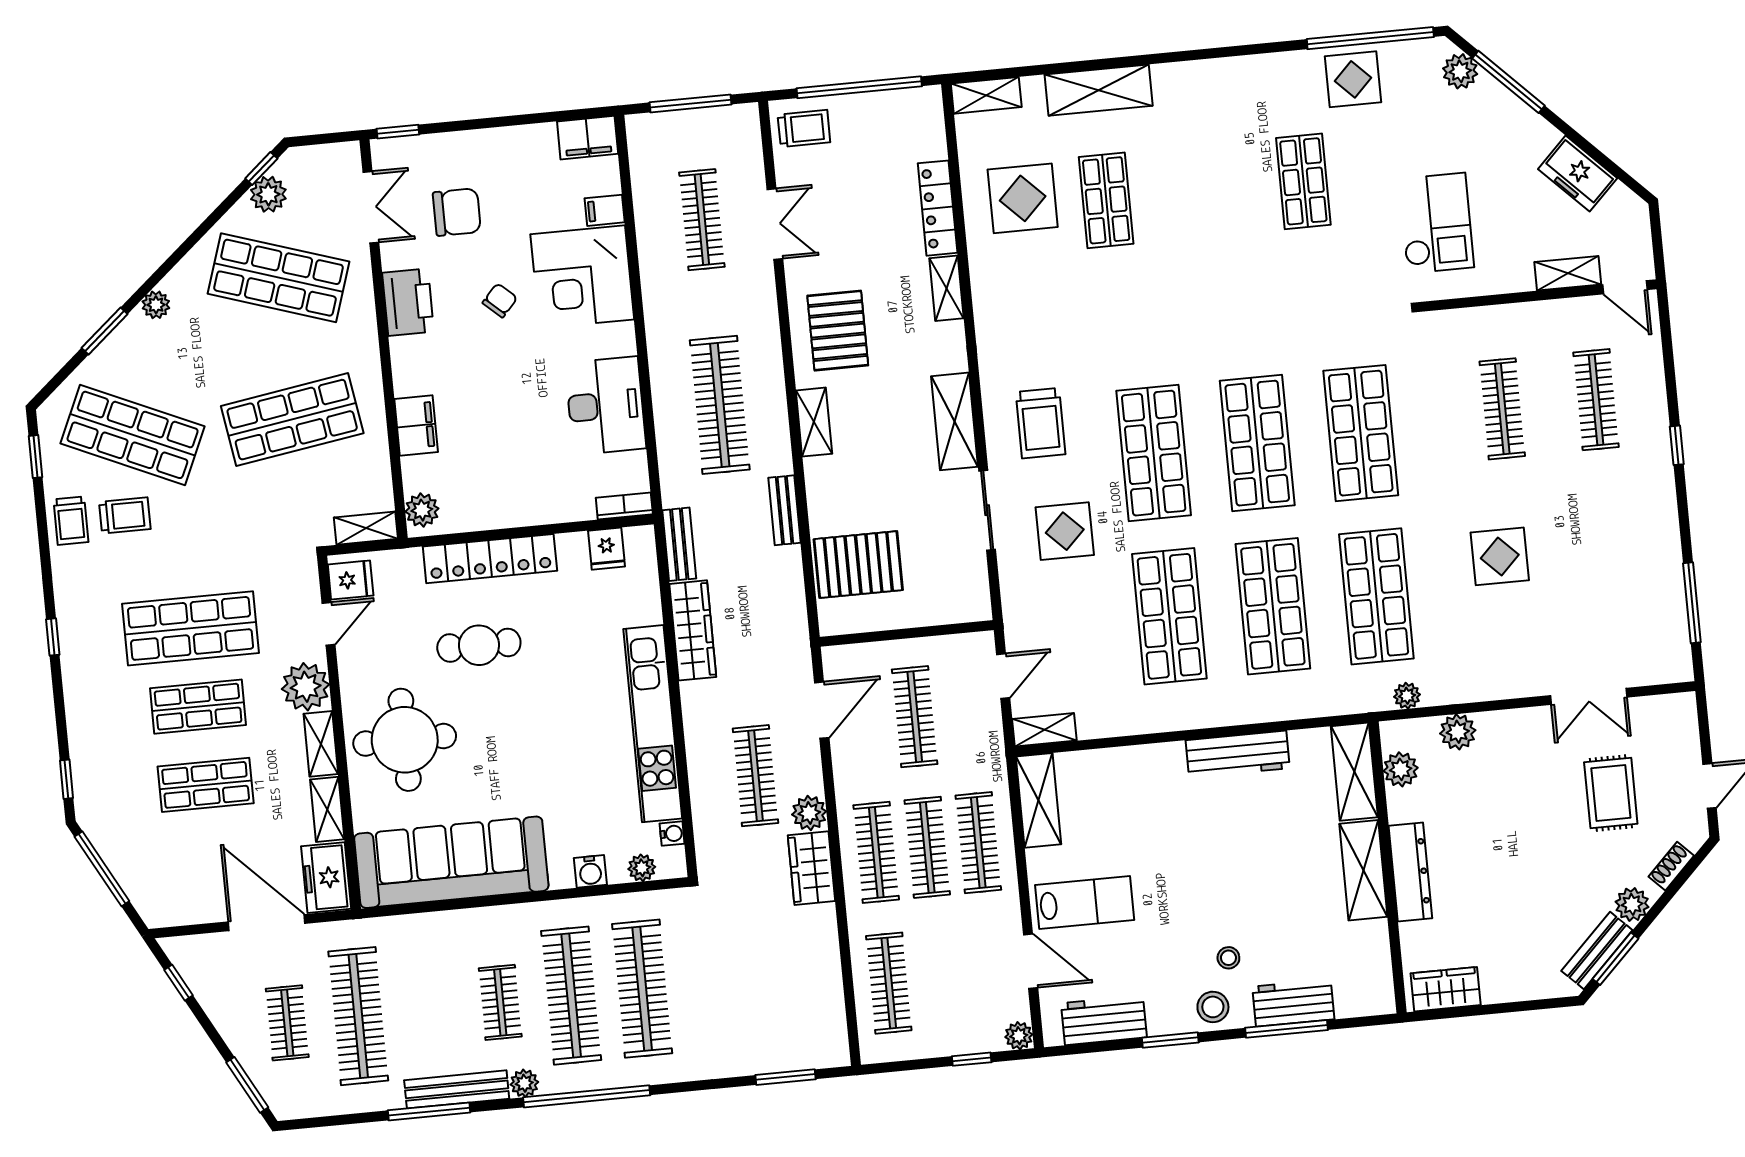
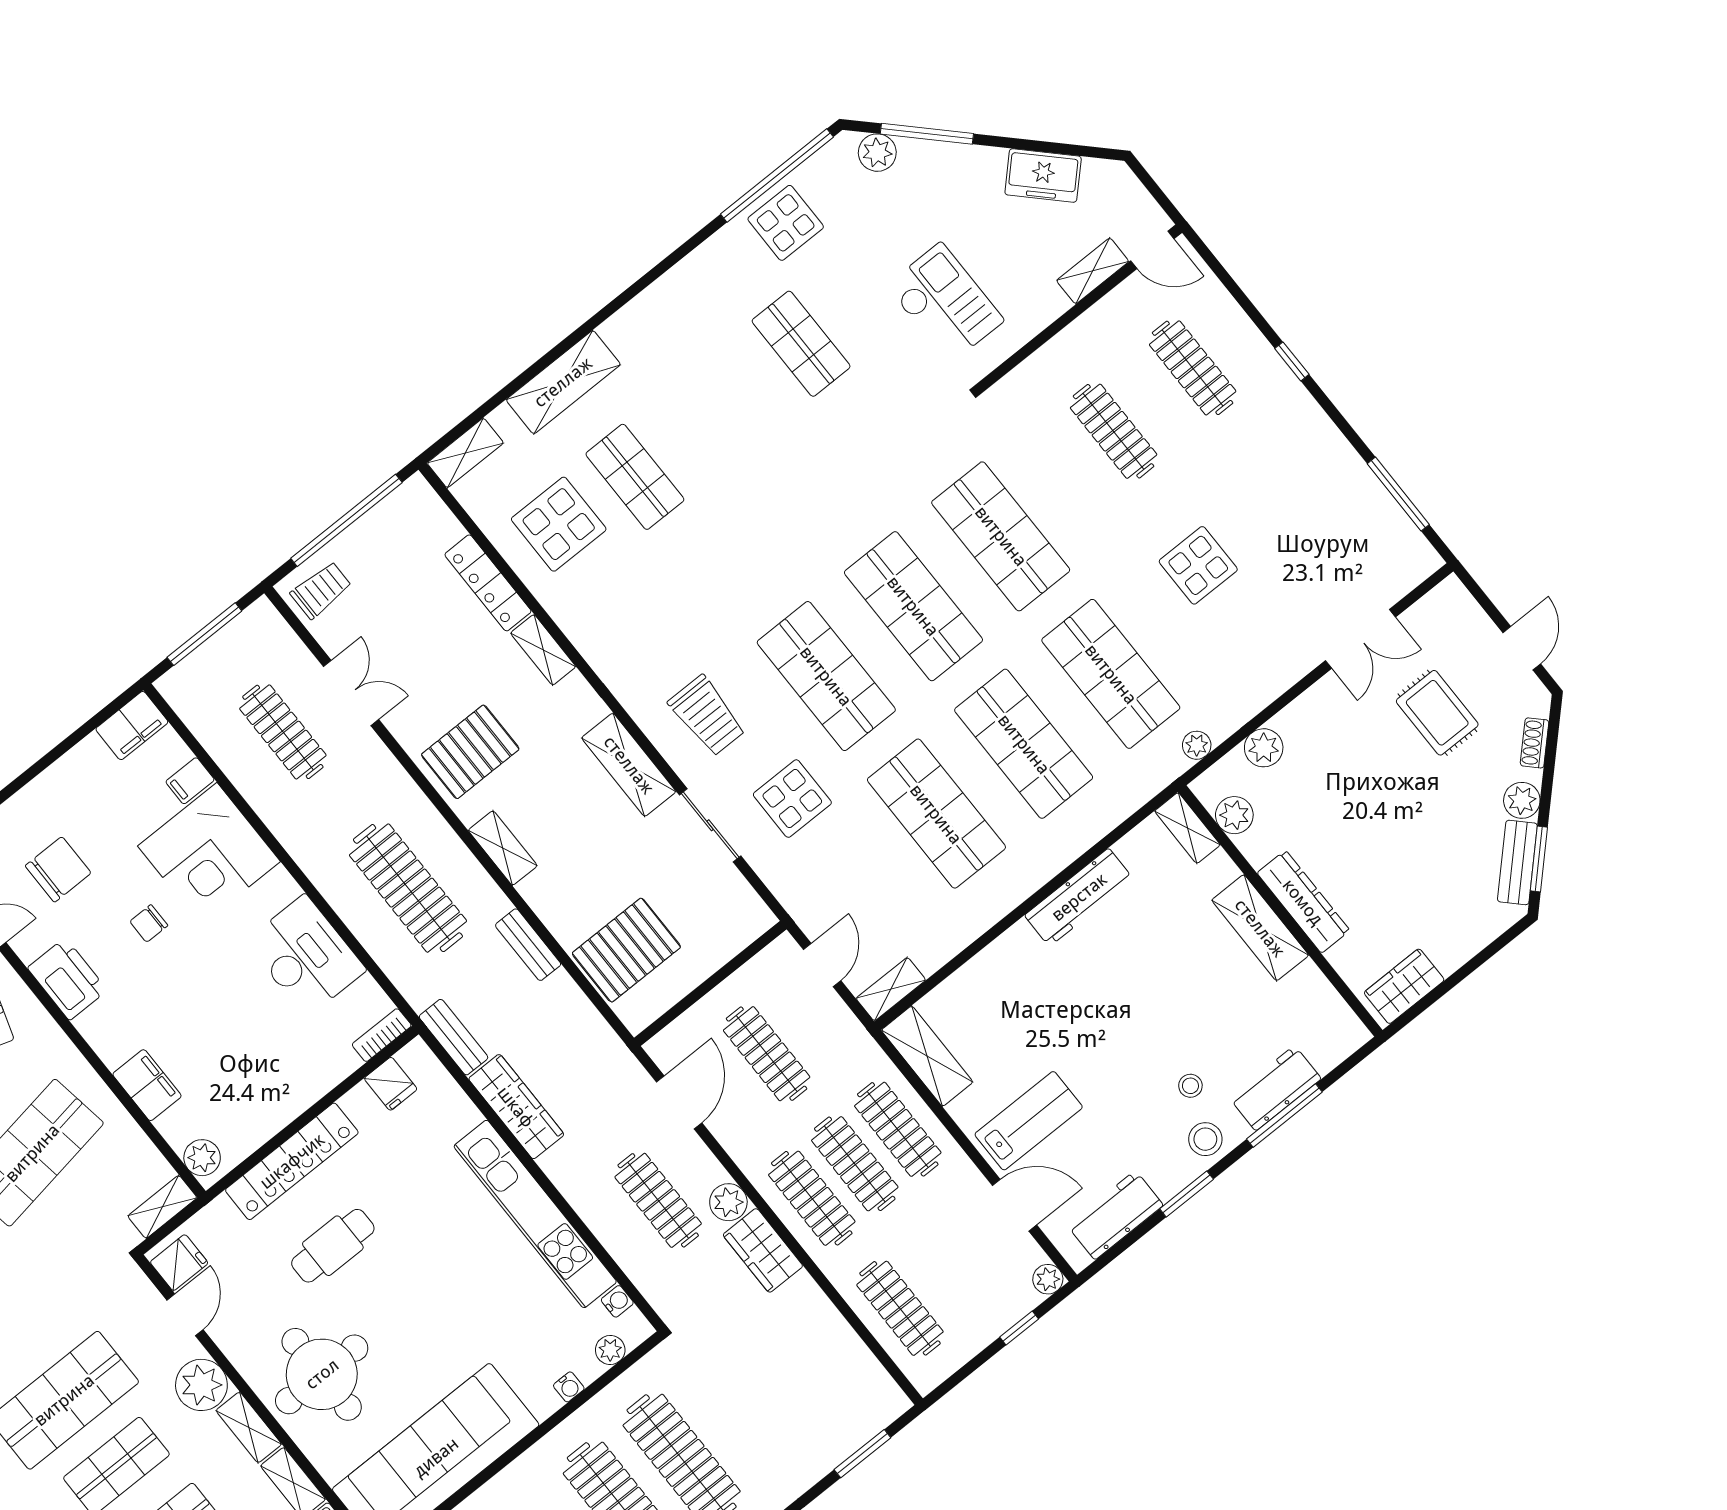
chair: (500, 300) -> (149, 923), turned -132
pallet: (838, 331) -> (470, 752), turned 90
shelving: (1354, 772) -> (1187, 828), width x0.67, depth x0.75
water cooler: (590, 871) -> (569, 1387), width x0.72, depth x0.72

